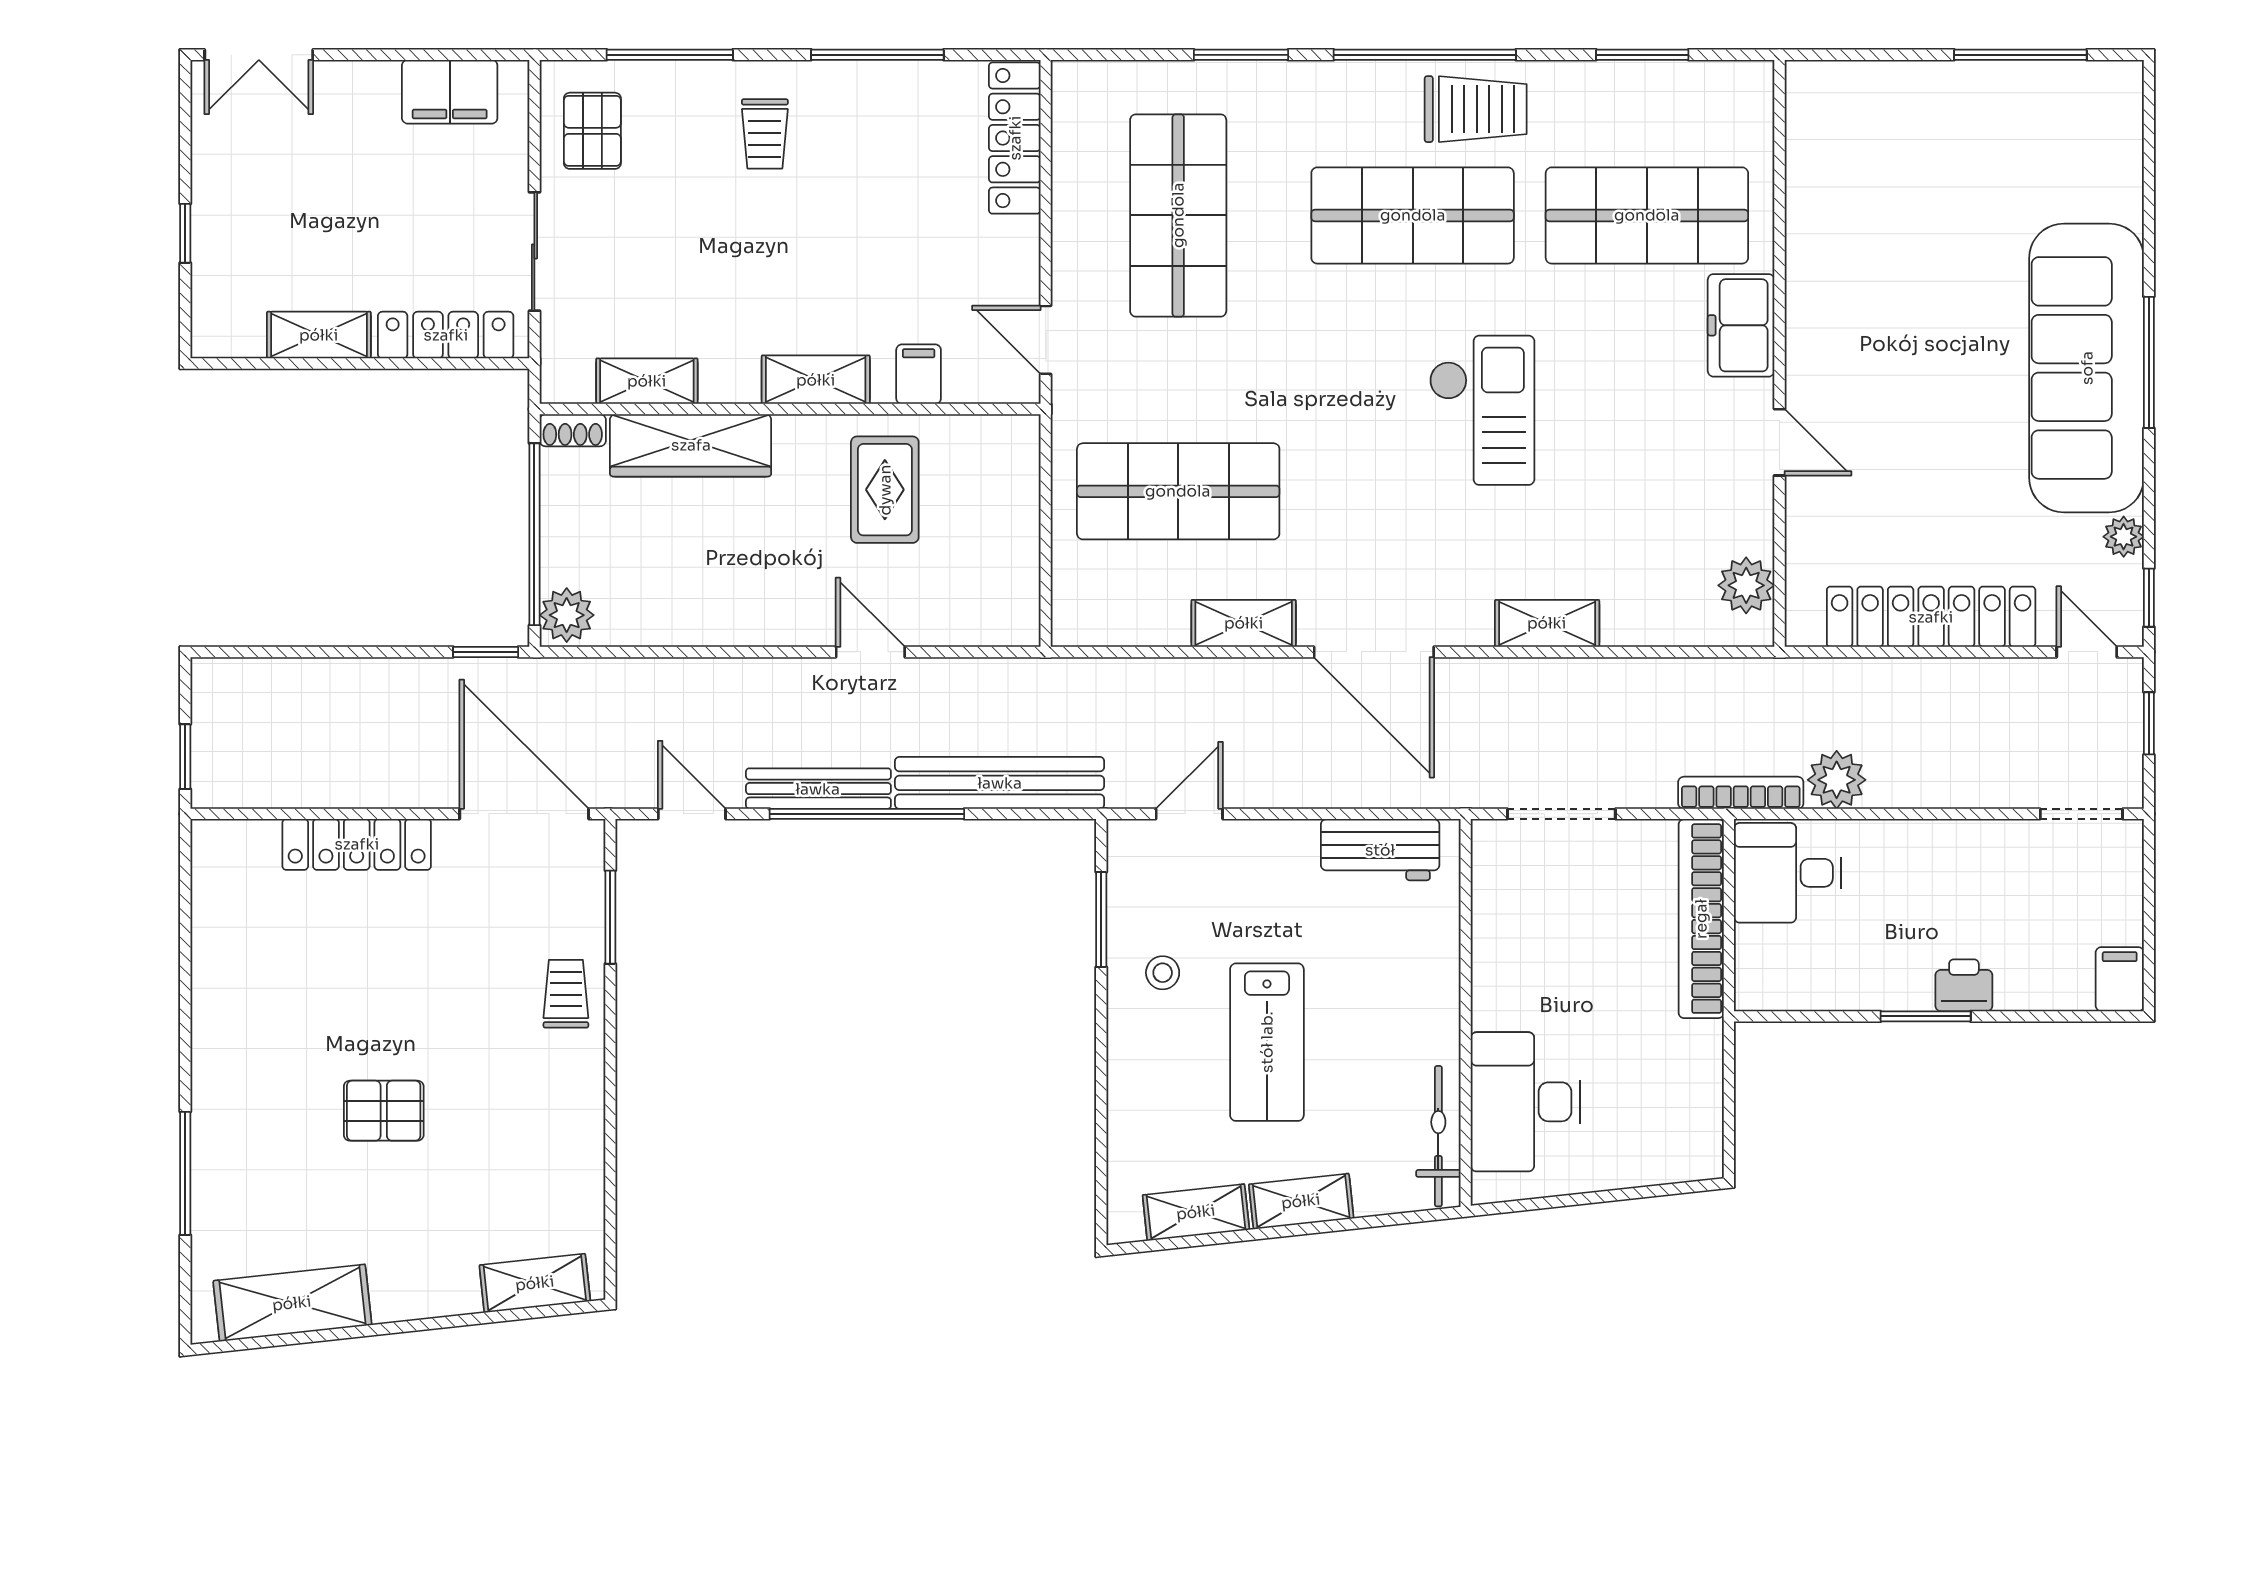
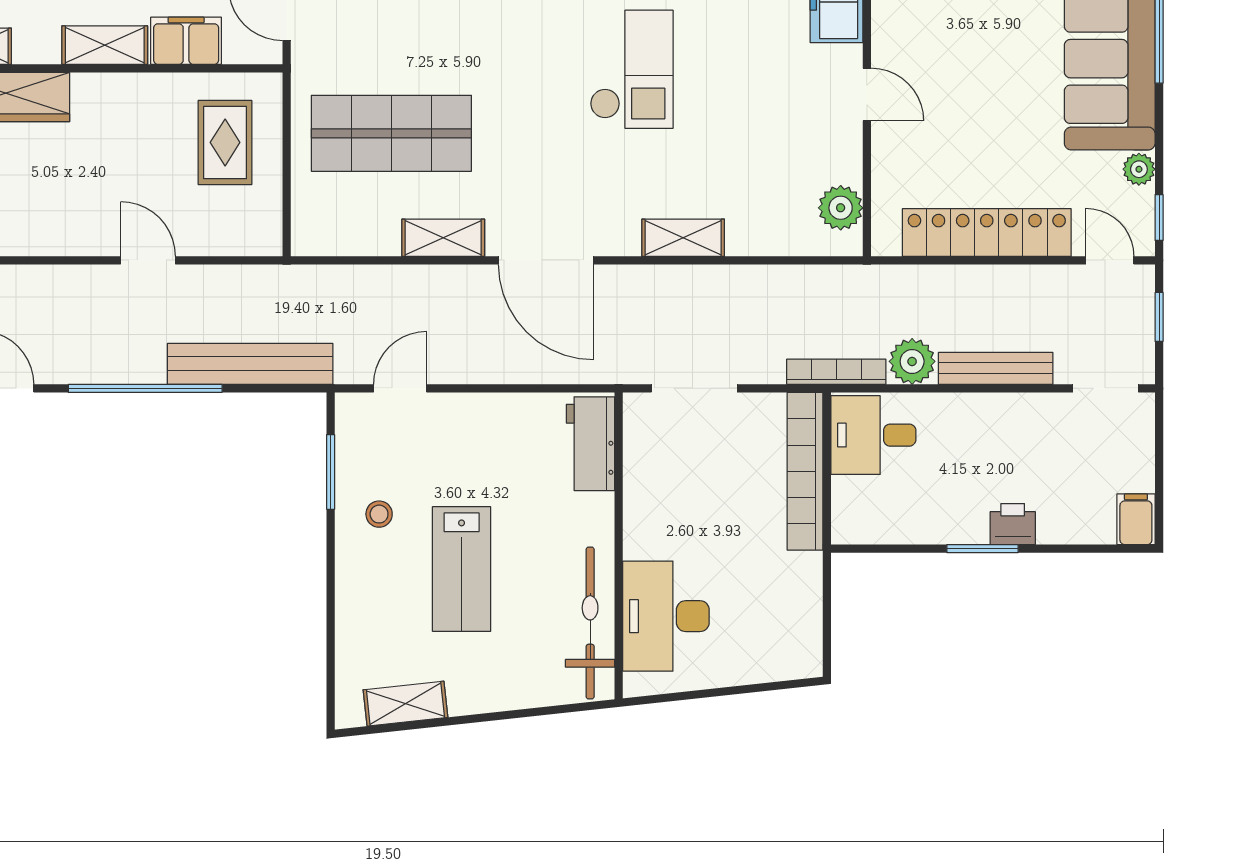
filing cabinet: (919, 374) -> (186, 41), width x2.00
rug: (885, 490) -> (225, 142), moved
bench: (818, 789) -> (996, 368), moved
workbench: (1380, 850) -> (591, 444), moved, turned 90
bicycle: (1438, 1136) -> (590, 623), width x1.37, depth x1.40
shelving: (1301, 1201) -> (489, 695), removed

